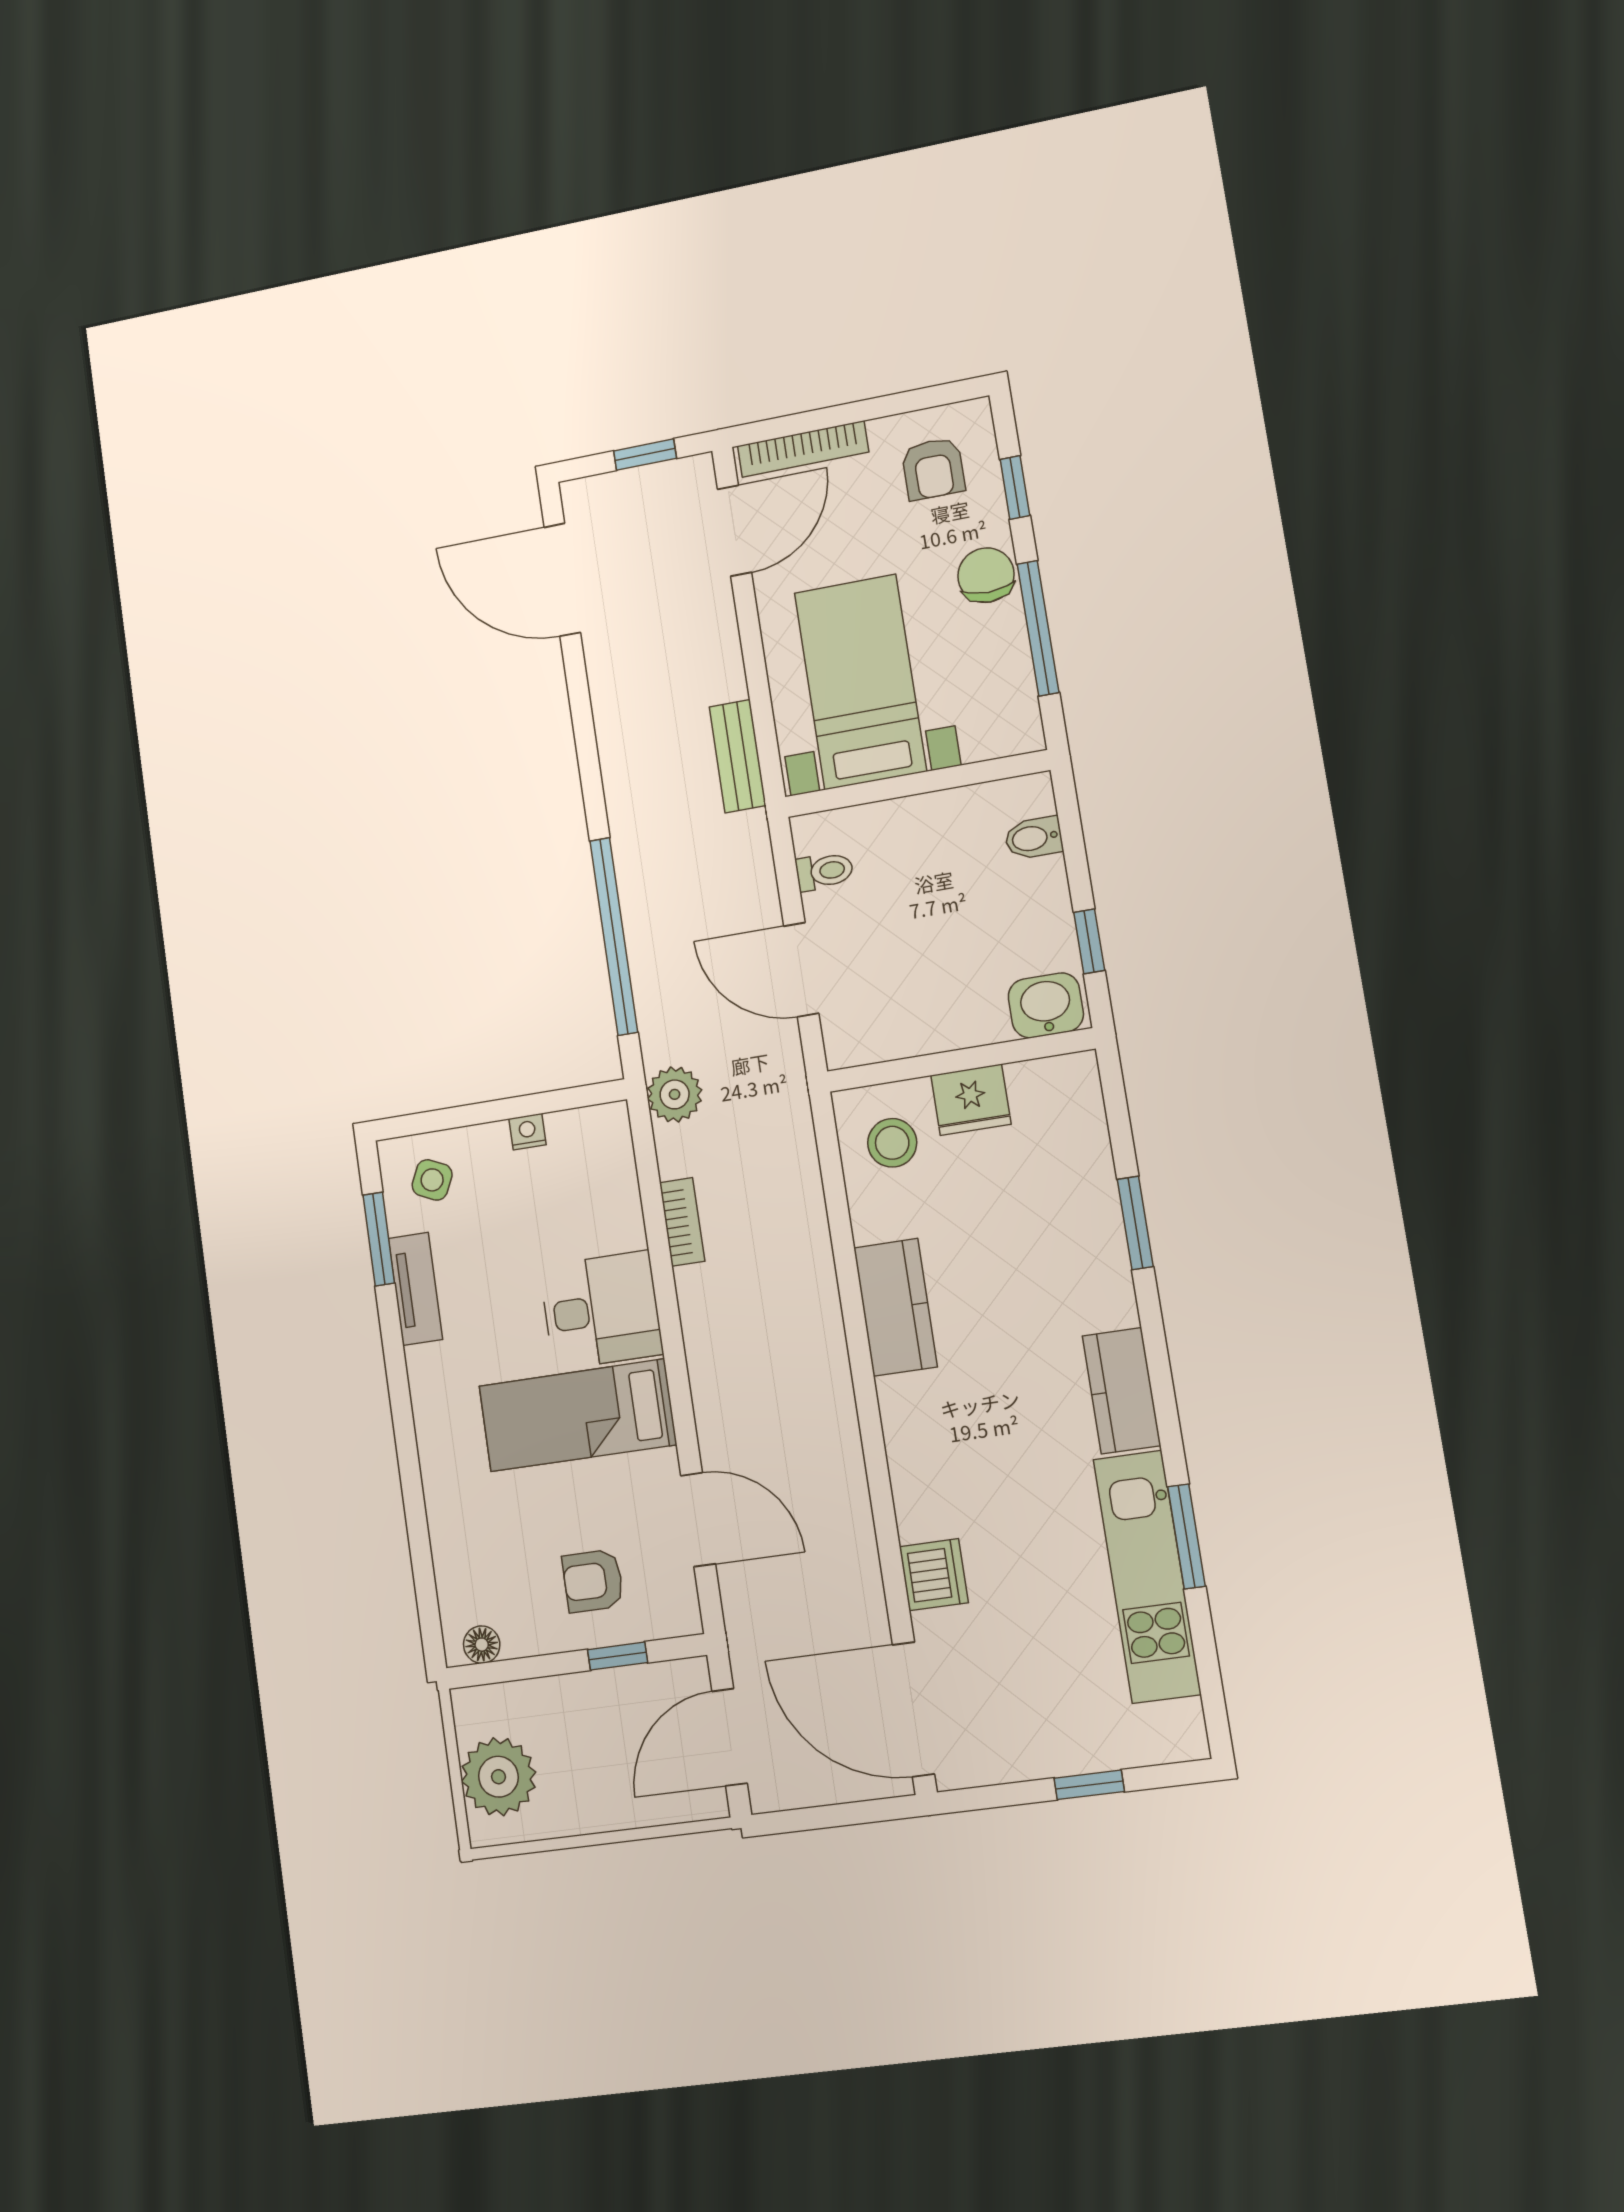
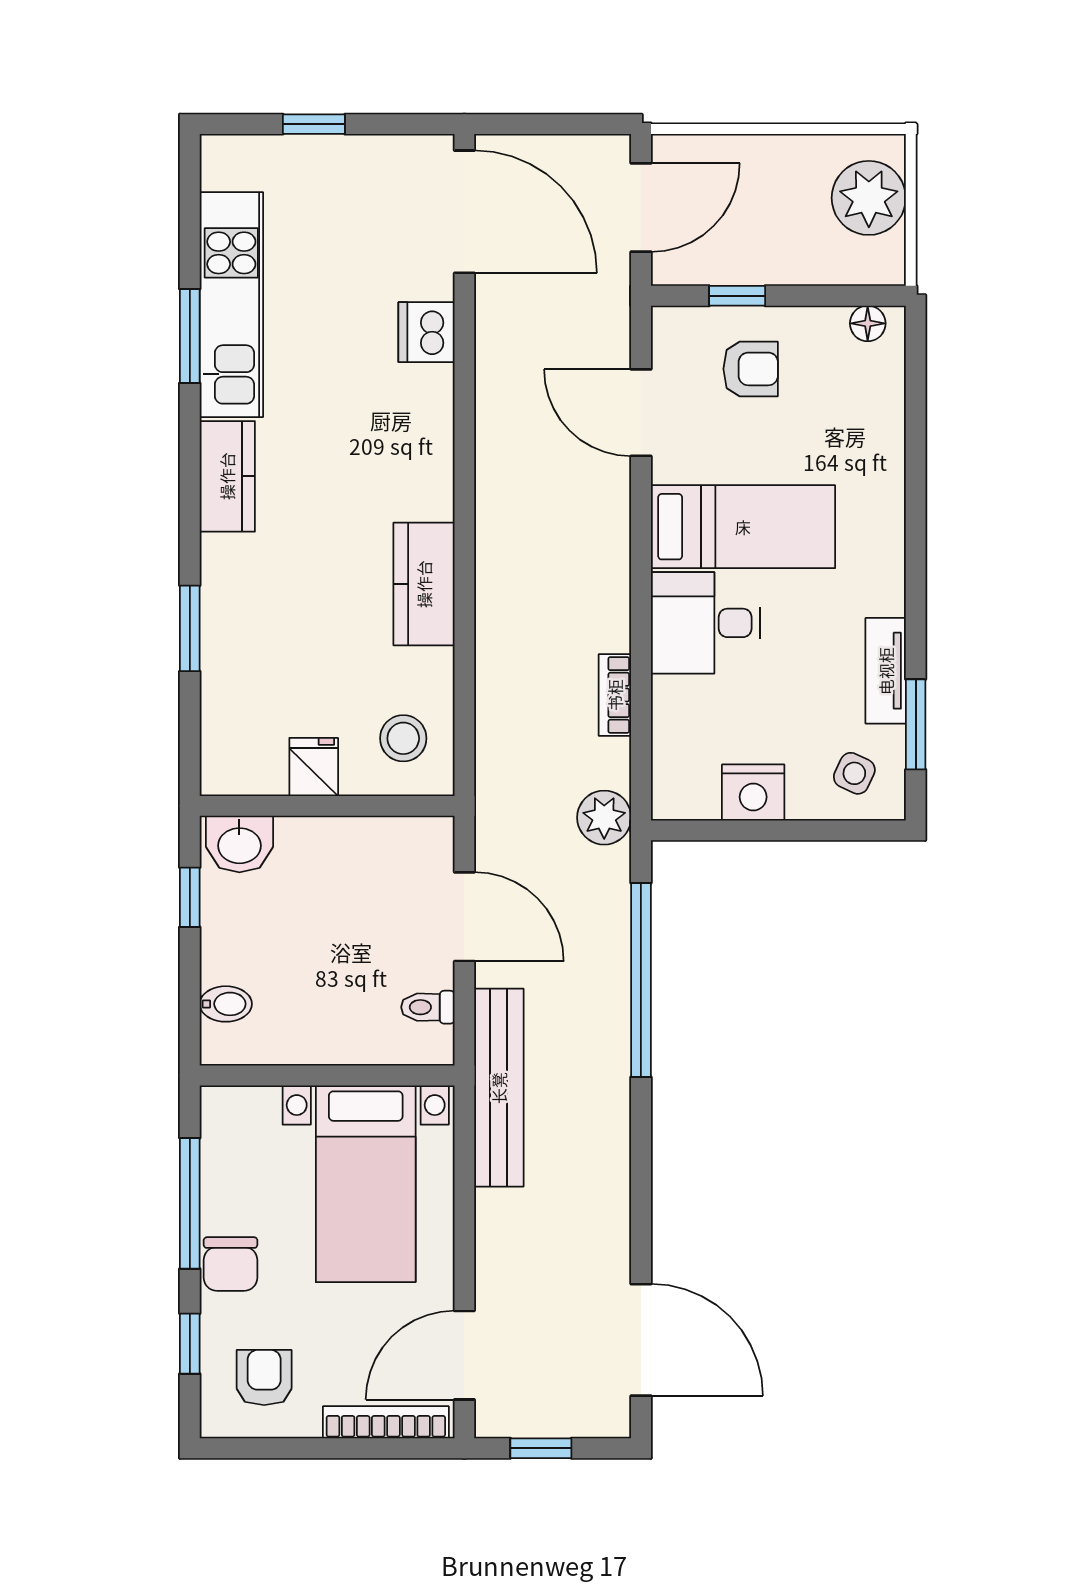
bench: (738, 756) -> (499, 1088), width x1.86, depth x1.21
fridge: (971, 1100) -> (314, 767), width x0.72
nightstand: (527, 1132) -> (753, 793), width x1.89, depth x1.79

